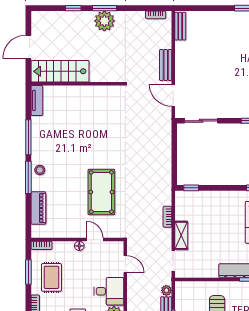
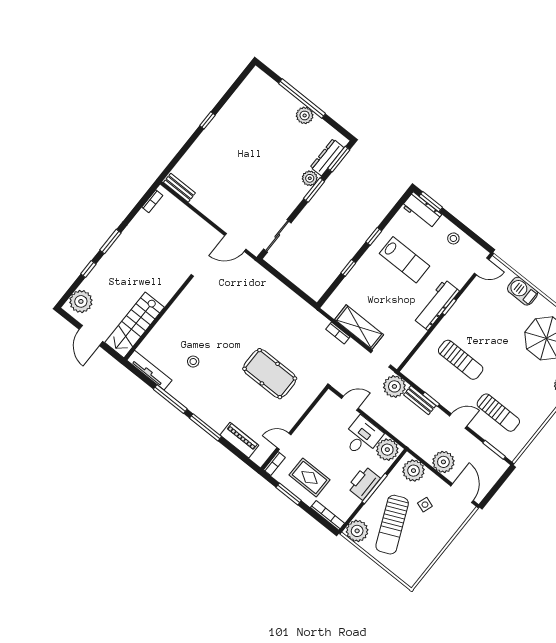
plant: (104, 21) -> (81, 301), moved
bench: (166, 65) -> (203, 228), removed
tv unit: (37, 100) -> (149, 370), width x1.41
stool: (40, 170) -> (193, 362), moved
window: (191, 188) -> (348, 268), moved
shelving: (181, 235) -> (359, 327), width x1.50, depth x1.33
door: (95, 240) -> (284, 441), moved
floor lamp: (79, 246) -> (301, 431), removed
plant: (166, 290) -> (394, 386), width x1.87, depth x1.87

